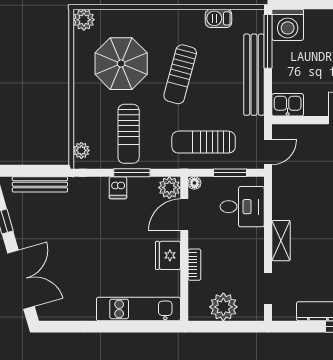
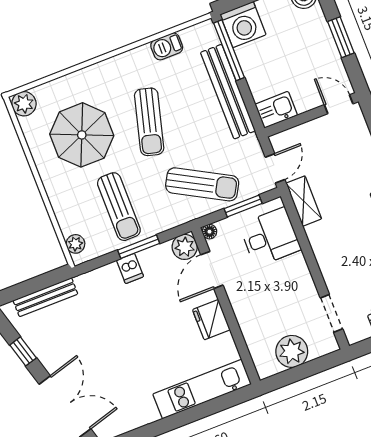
sun lounger: (204, 142) -> (202, 184), turned -151
shelving: (281, 241) -> (304, 201), moved
bookcase: (194, 265) -> (243, 319), removed

